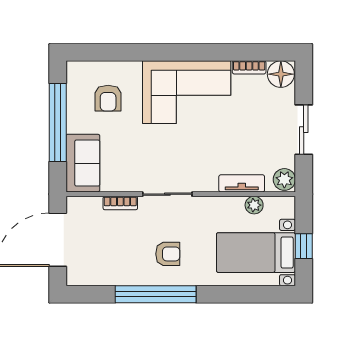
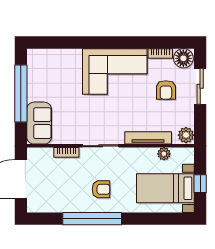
armchair: (108, 98) -> (166, 90), moved
sliding door: (304, 130) -> (200, 86), moved
tv unit: (242, 183) -> (148, 138), width x1.41

